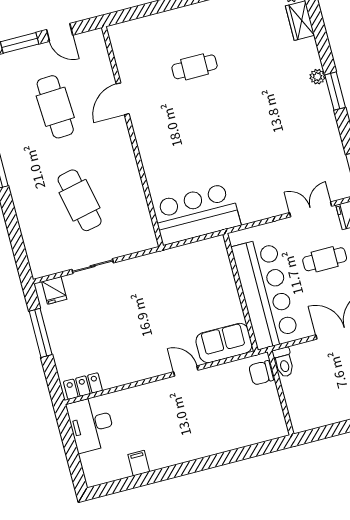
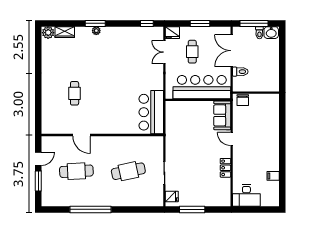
window: (335, 91) -> (95, 23), moved
toilet: (284, 362) -> (240, 72), moved
door: (186, 371) -> (232, 139), hinge flipped
locker: (83, 386) -> (225, 168), moved

